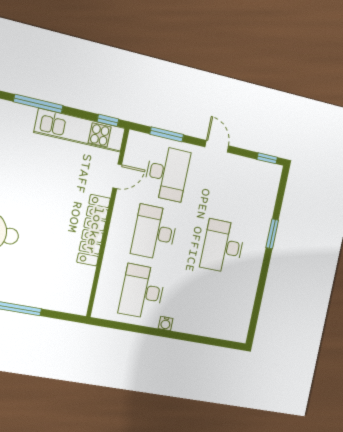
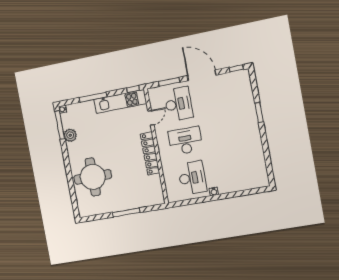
door: (217, 146) -> (202, 75), width x1.88
desk: (155, 233) -> (185, 141), turned 90
desk: (223, 246) -> (230, 133), removed
desk: (142, 292) -> (192, 178), turned 180

